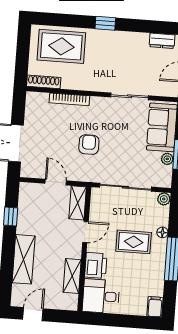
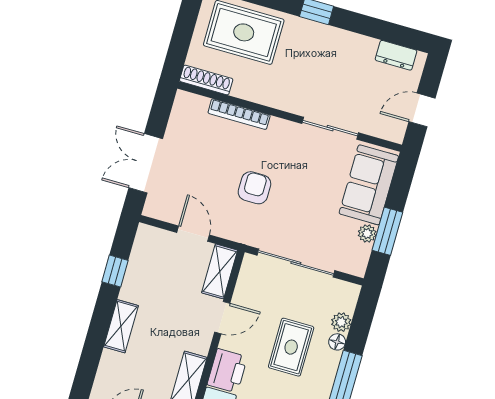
plant: (164, 199) -> (341, 322), moved
rug: (134, 242) -> (291, 347), turned 90
shelving: (24, 259) -> (121, 326), width x0.67, depth x0.75

